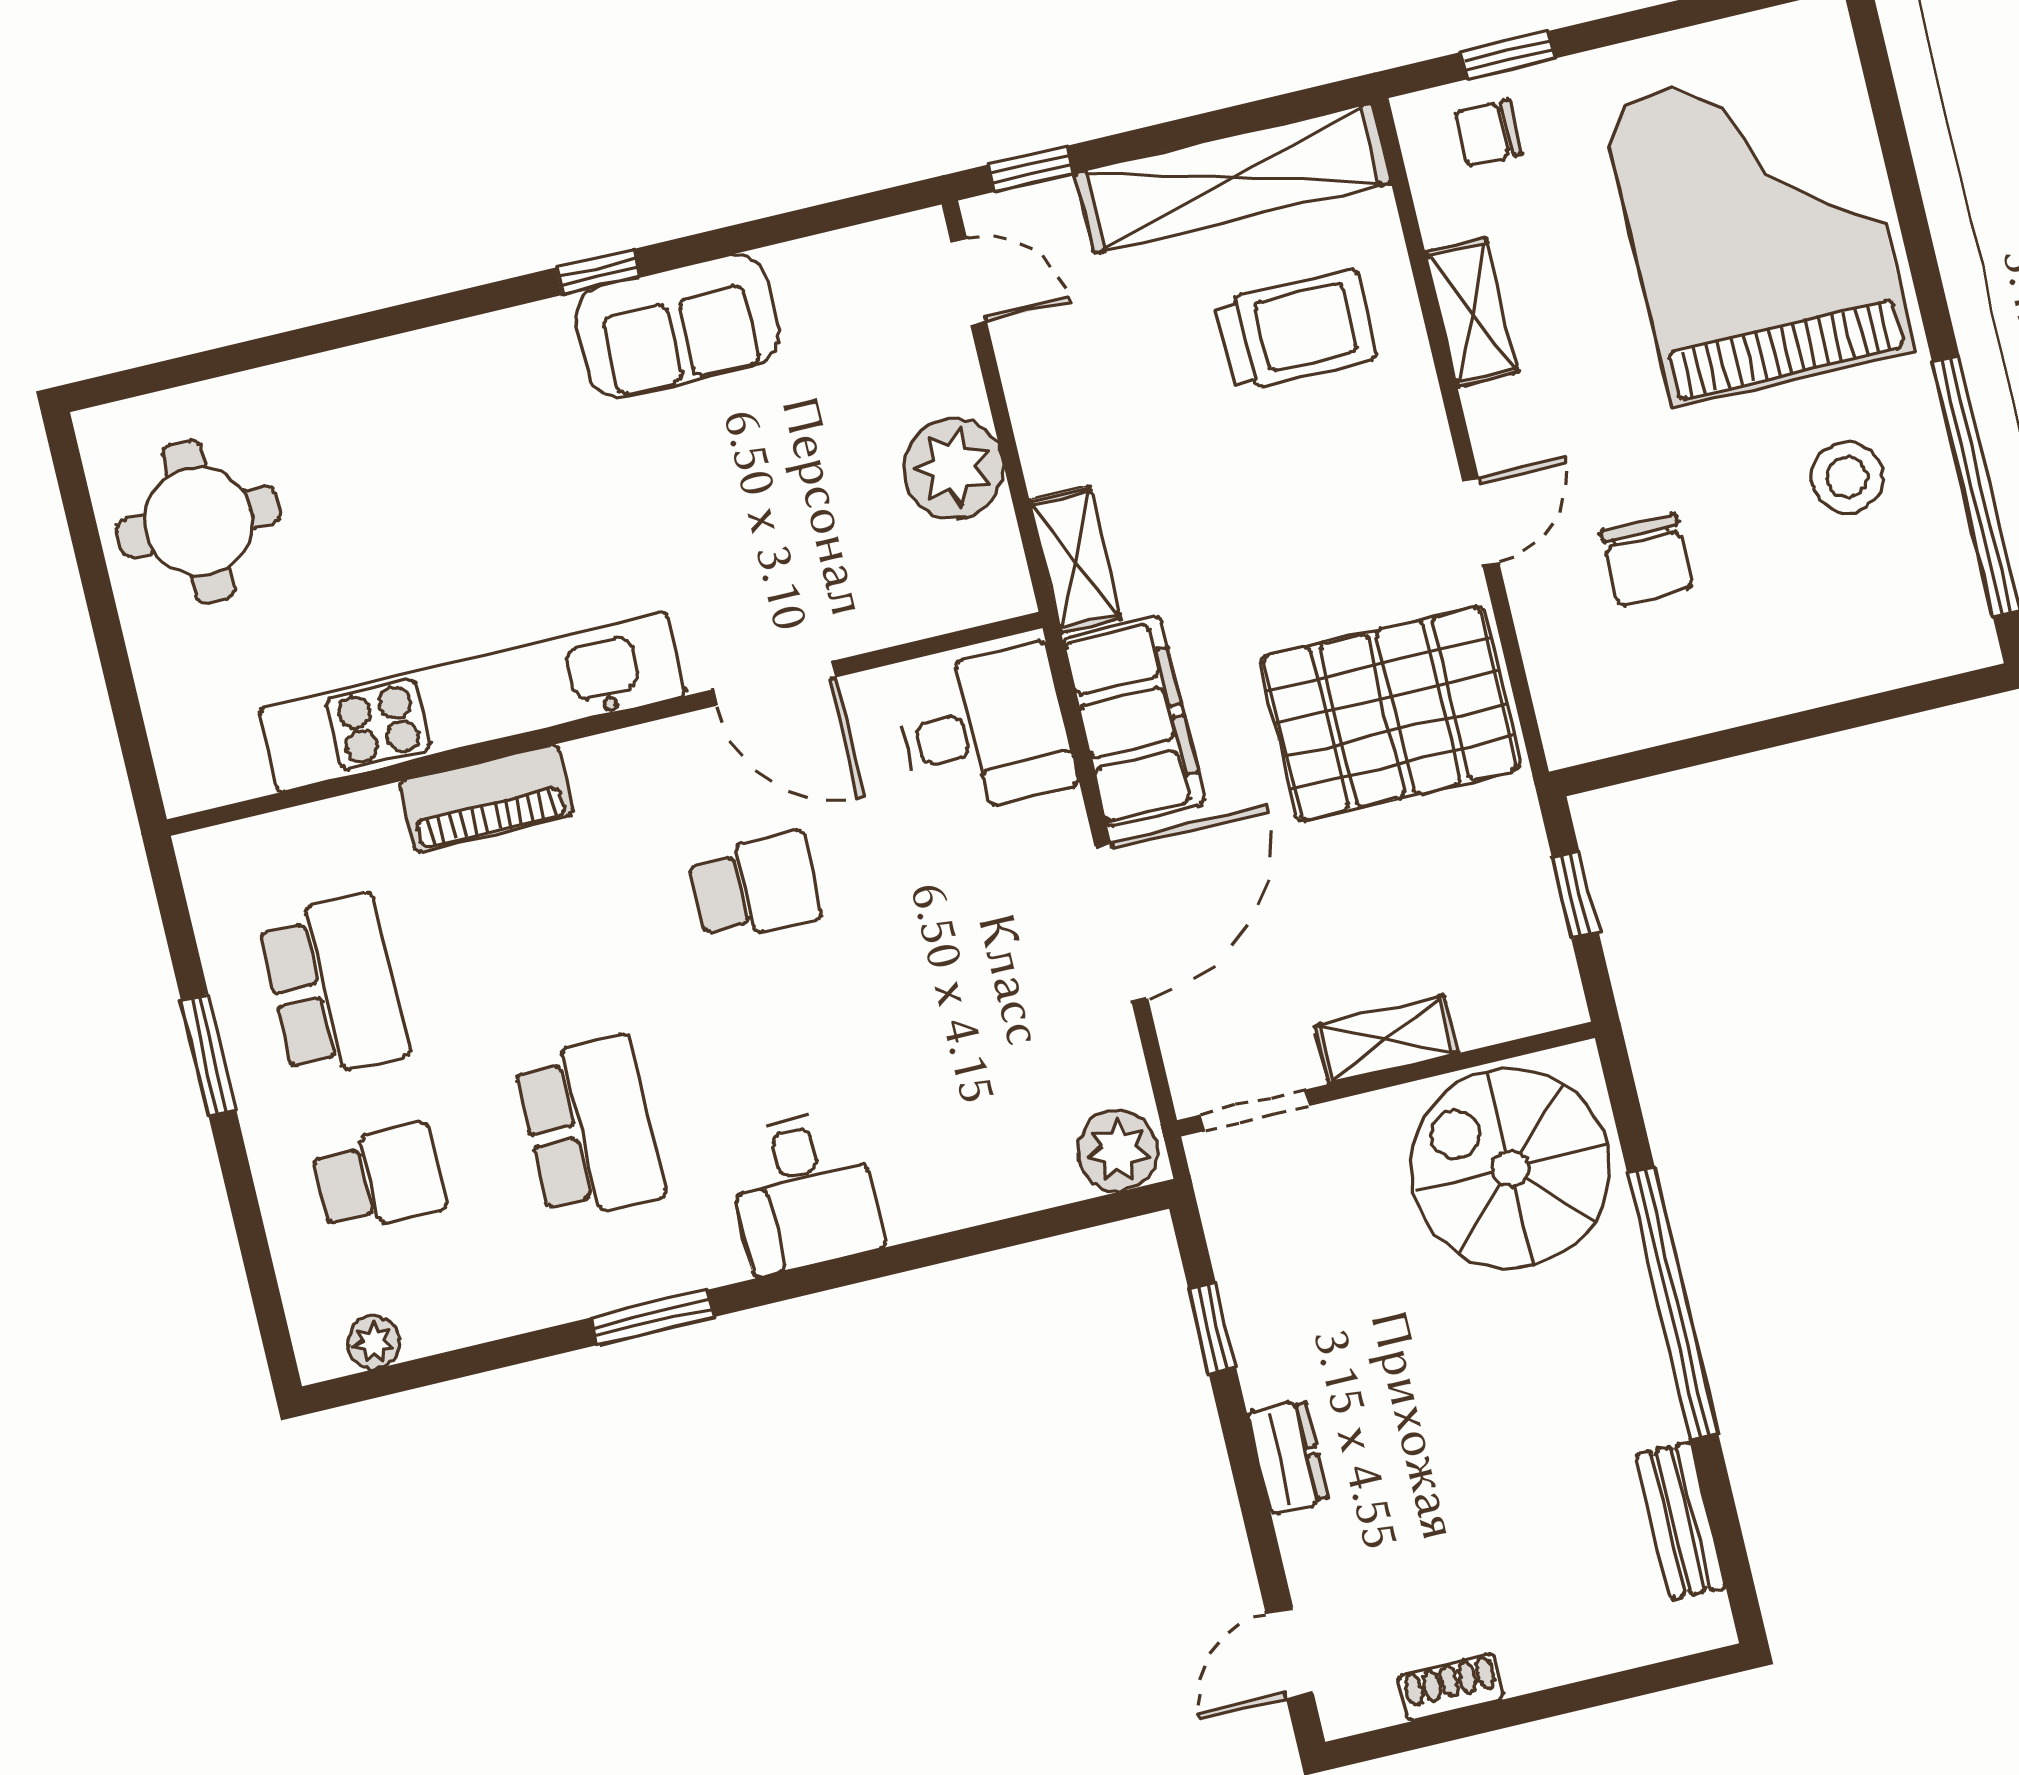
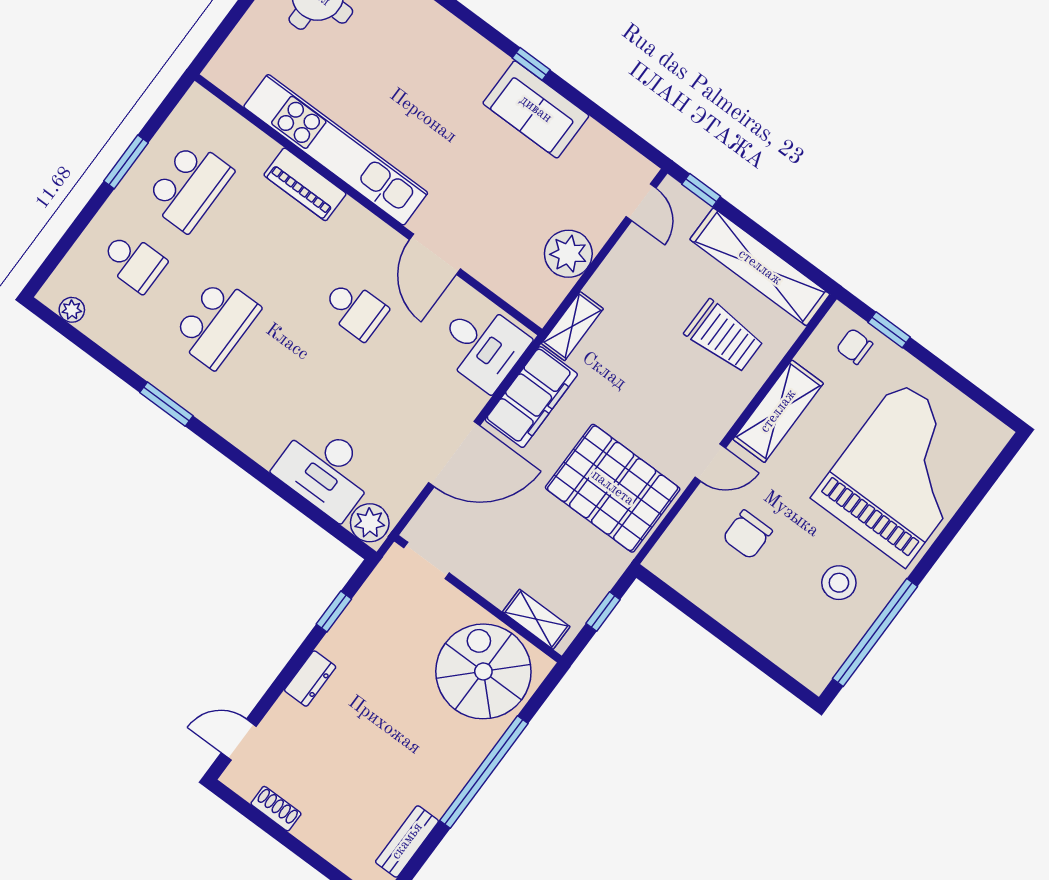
shelving: (1471, 312) -> (778, 411), width x1.50, depth x1.33
shelving: (1386, 1040) -> (536, 619), moved
desk: (804, 1191) -> (326, 470), moved, width x1.37

